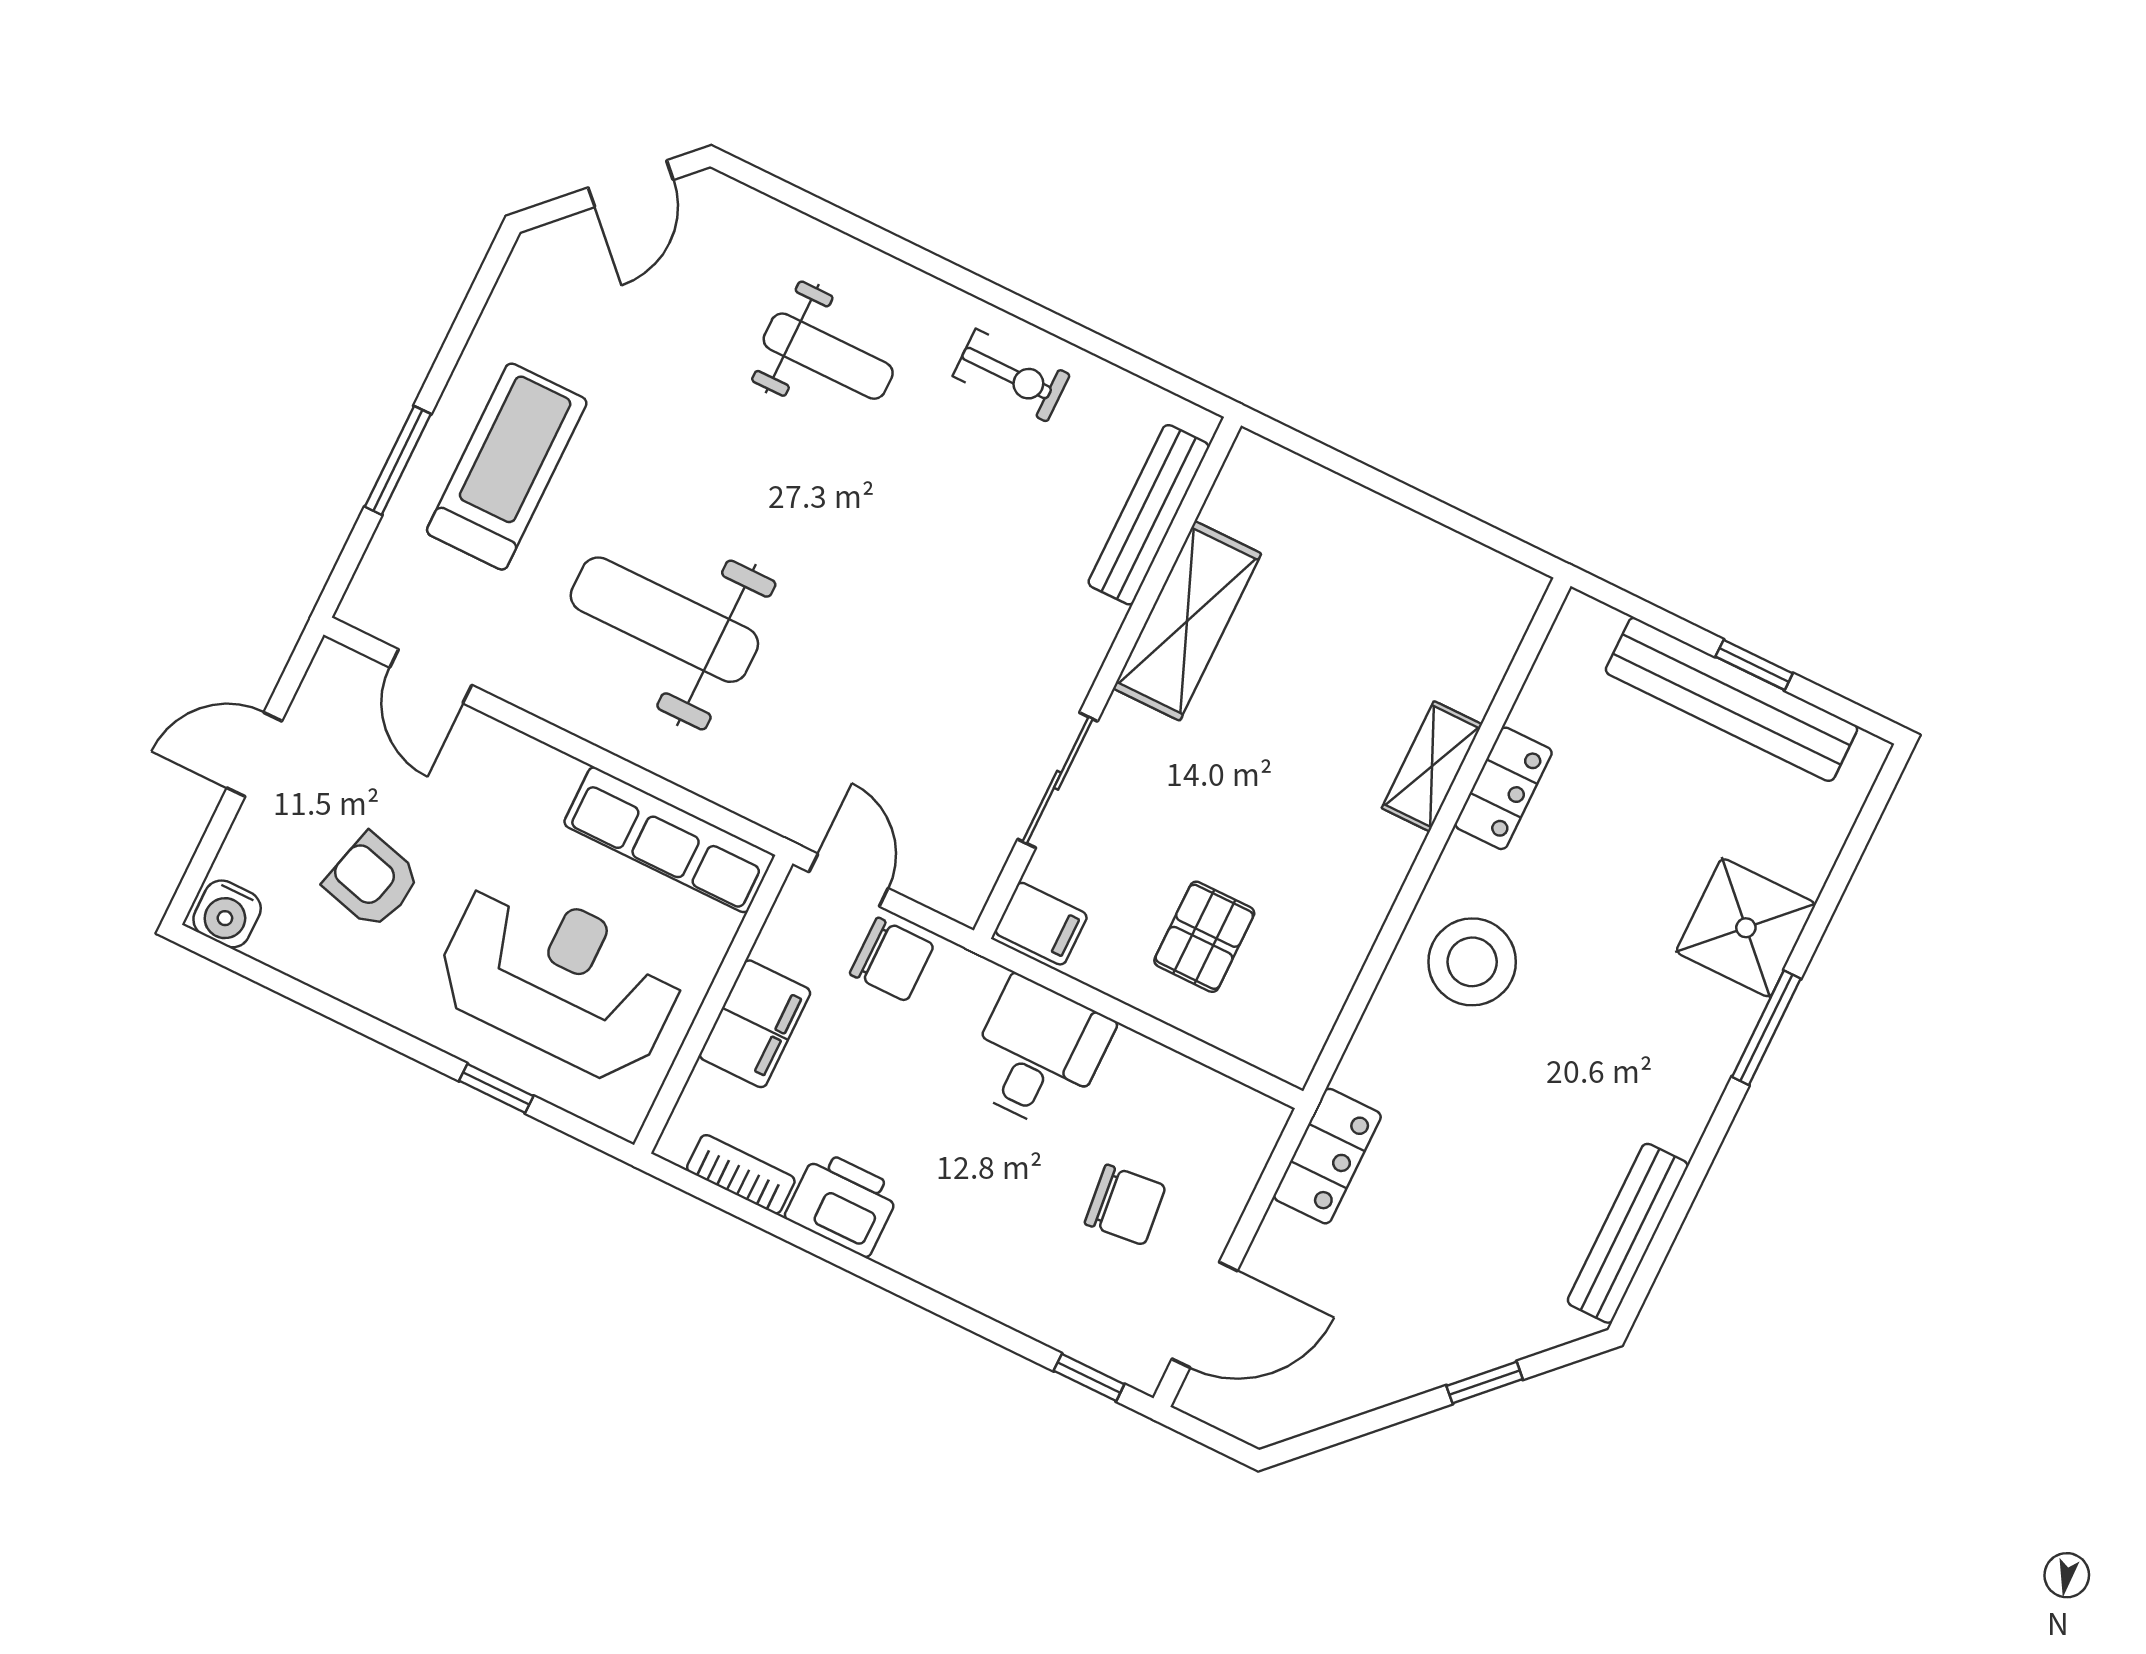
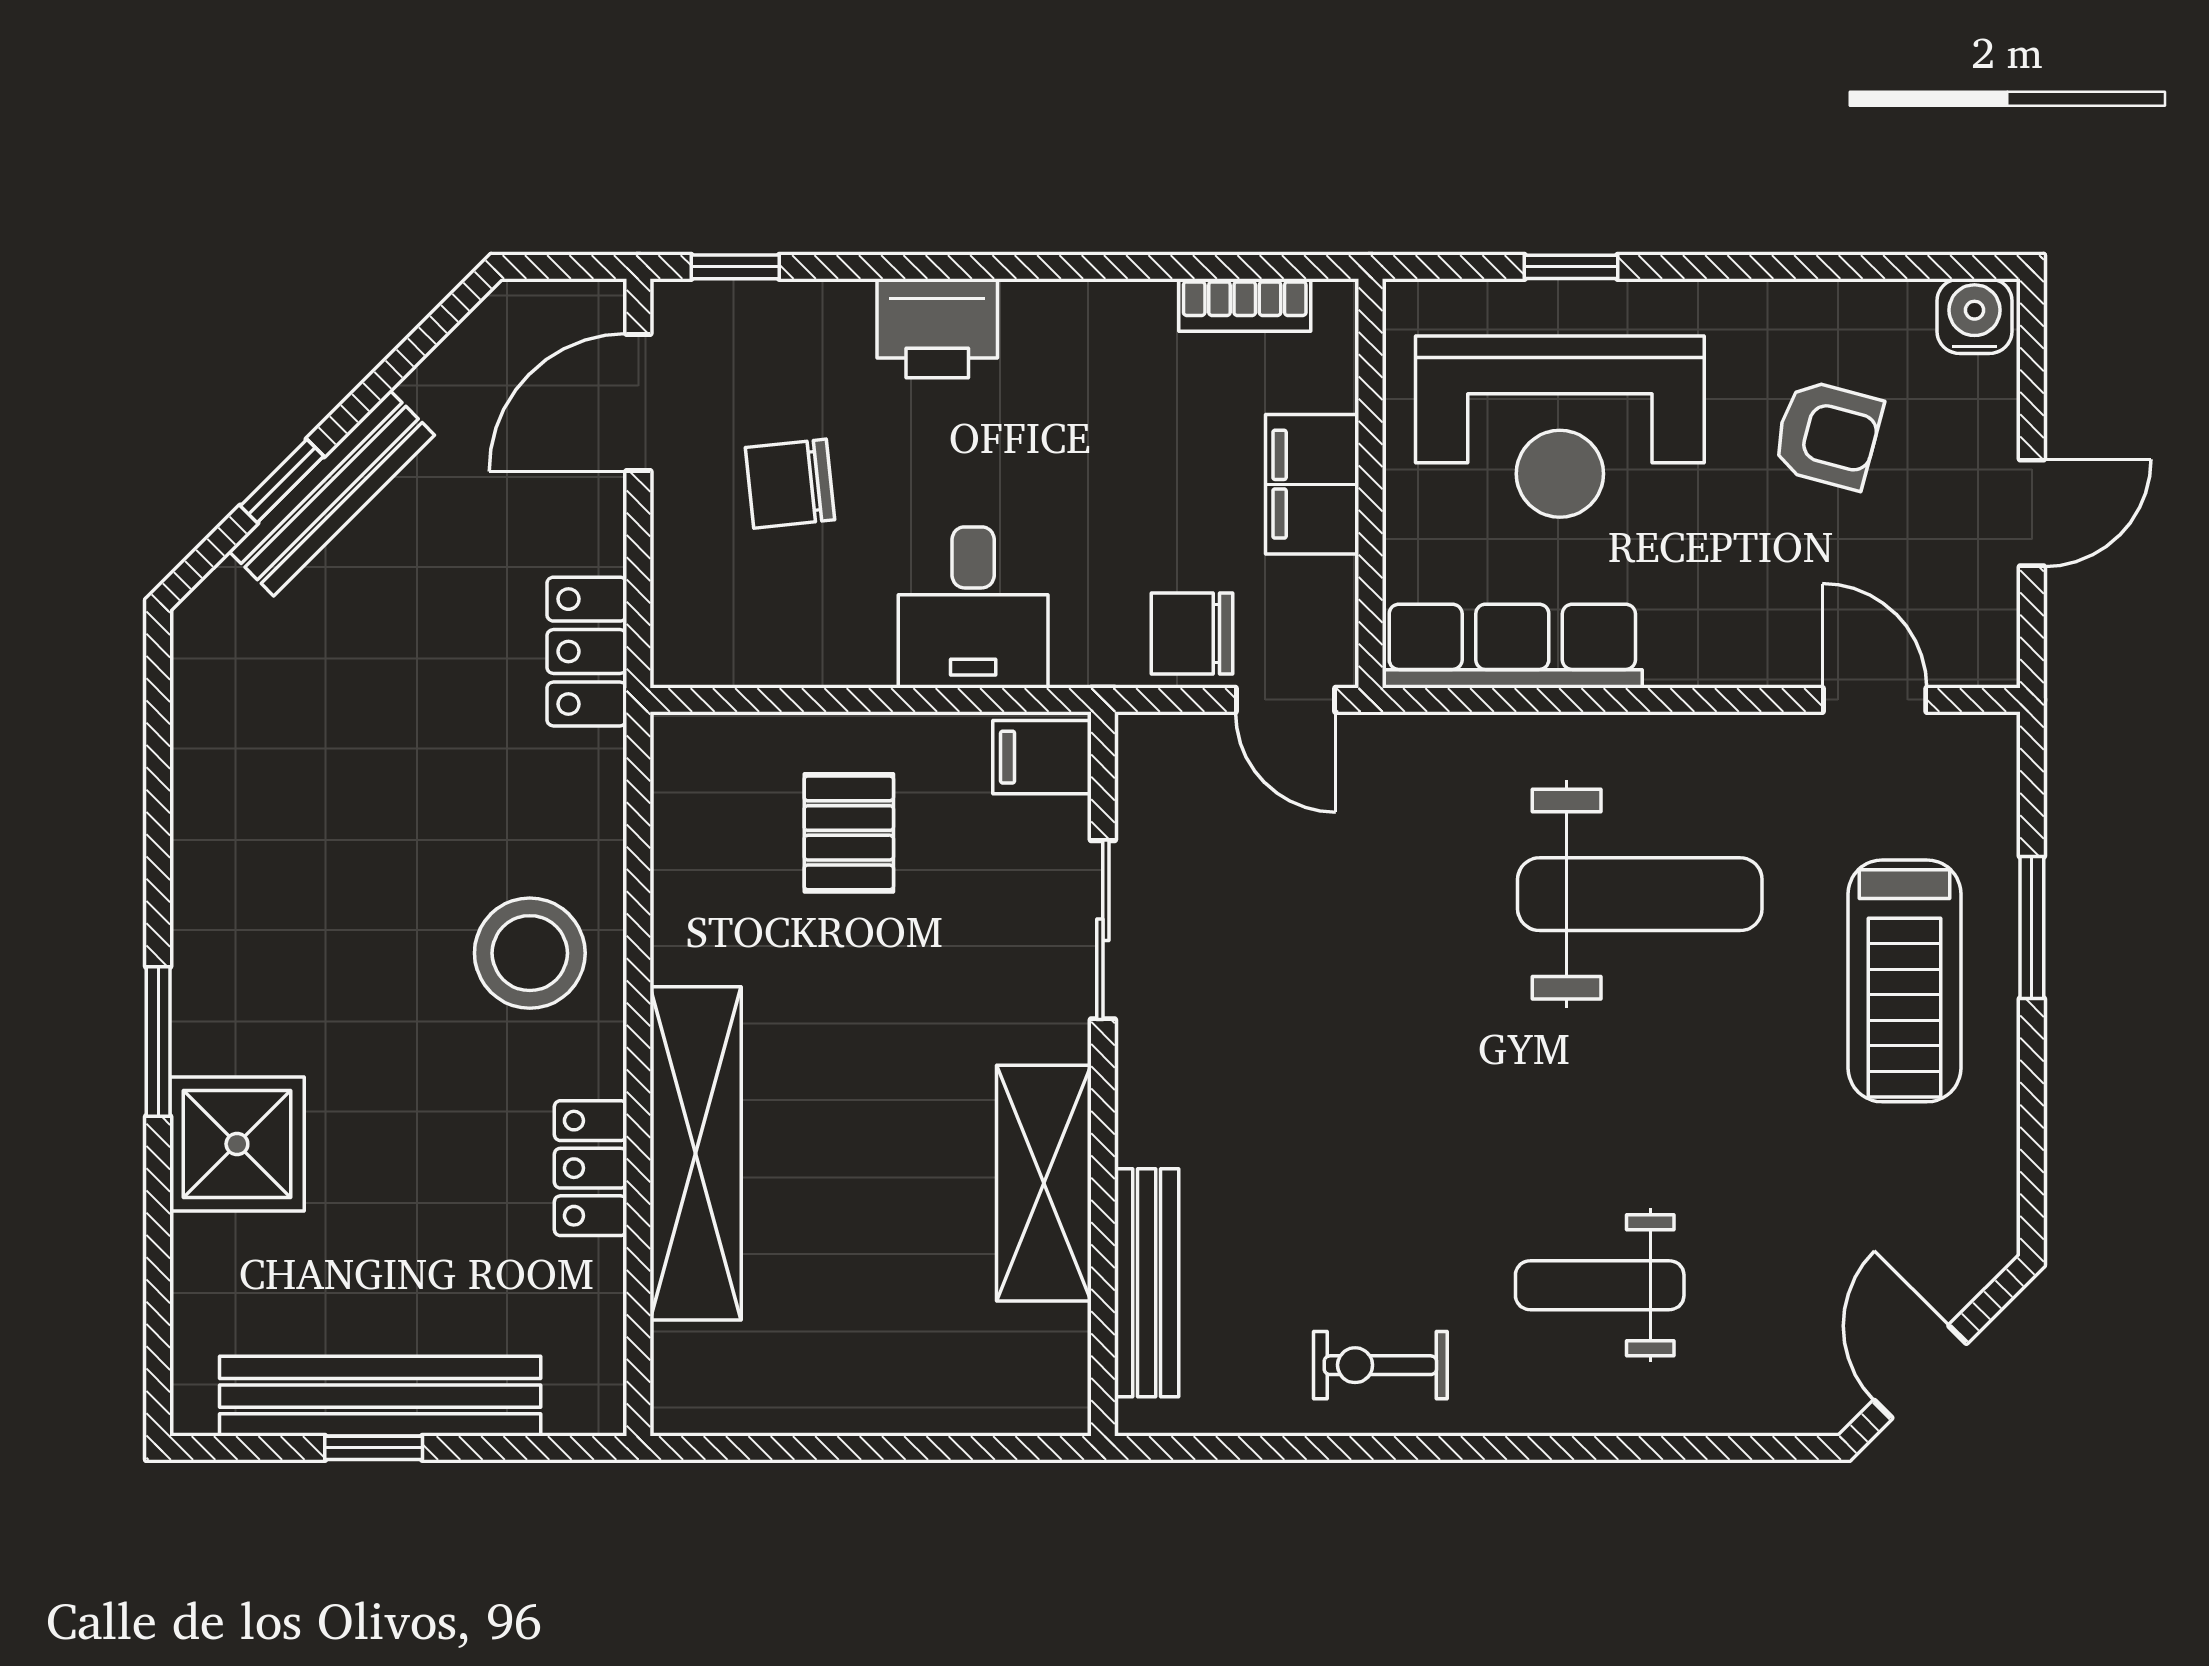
shelving: (1432, 766) -> (696, 1153), width x2.20, depth x1.33
printer: (843, 1203) -> (937, 328), moved
bench: (1628, 1233) -> (332, 493), moved, turned 45

